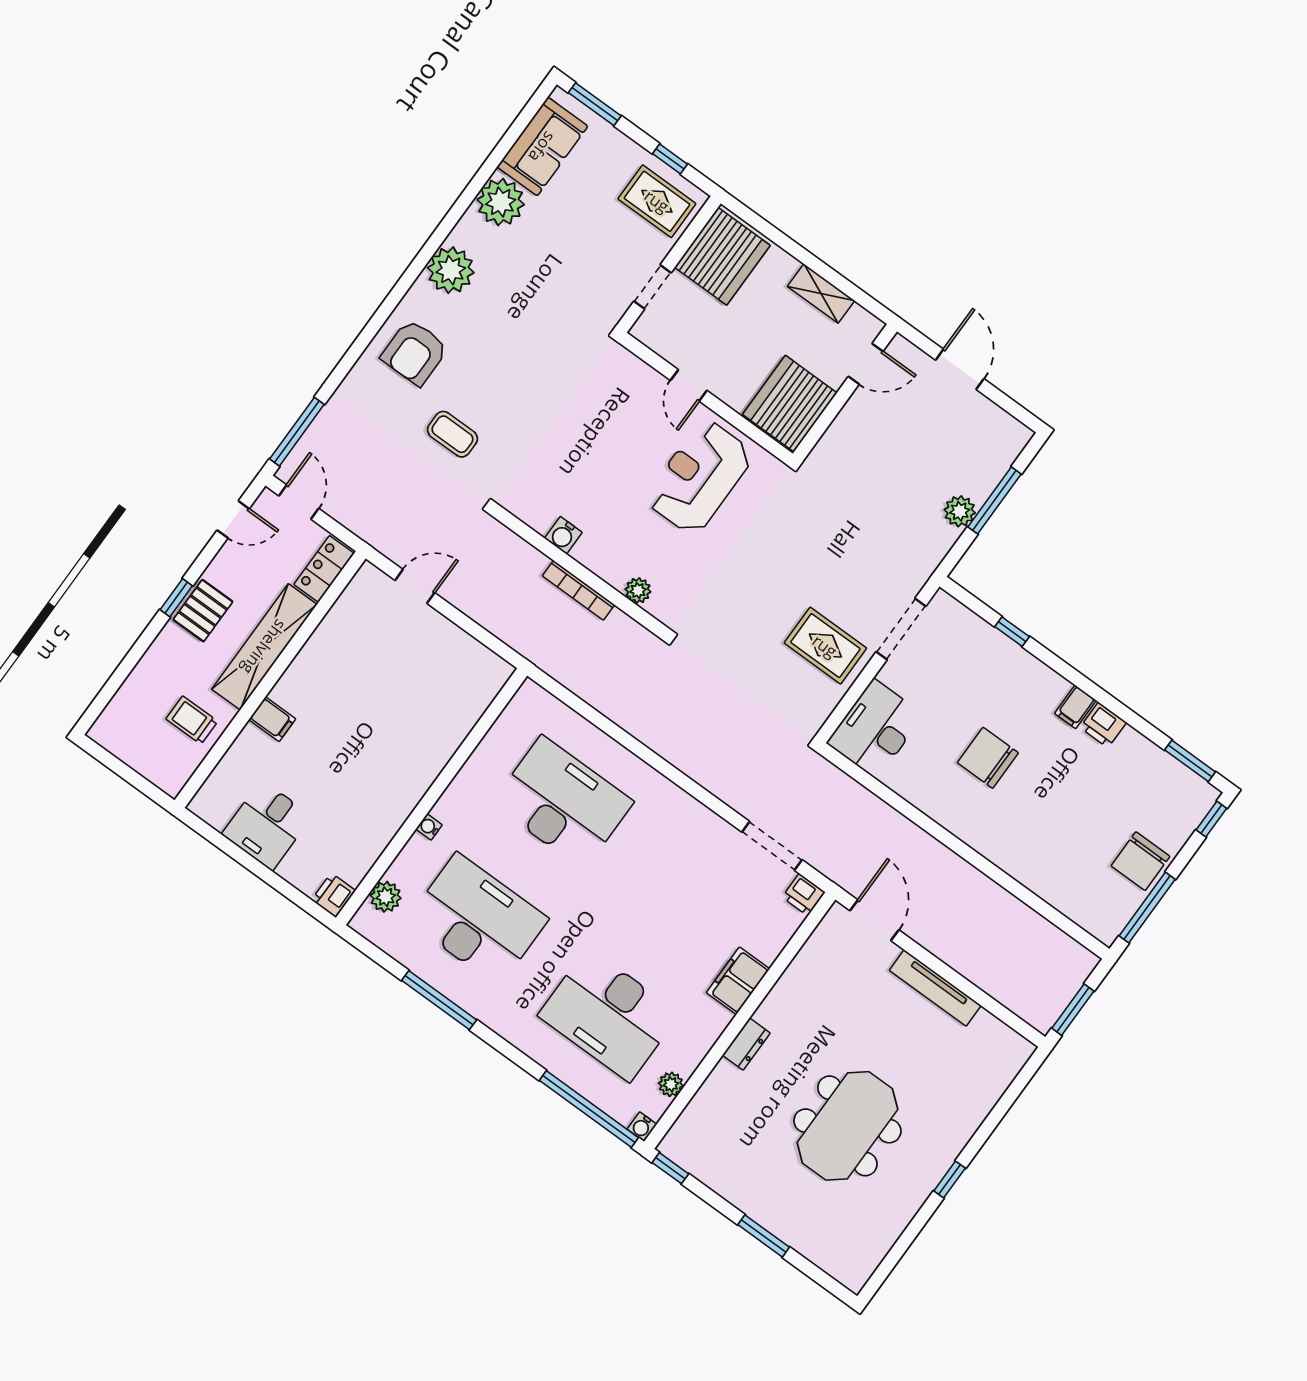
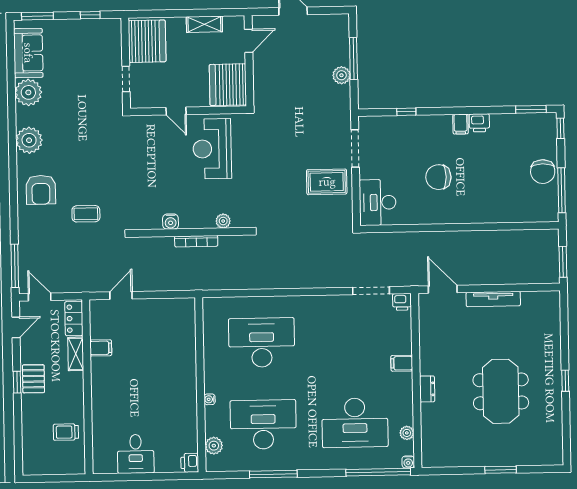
rug: (657, 201) -> (99, 39), removed
shelving: (264, 647) -> (76, 354), width x0.45, depth x0.75
filing cabinet: (272, 719) -> (101, 348), moved
filing cabinet: (738, 981) -> (402, 363), width x0.50
window: (670, 1168) -> (435, 471), removed

